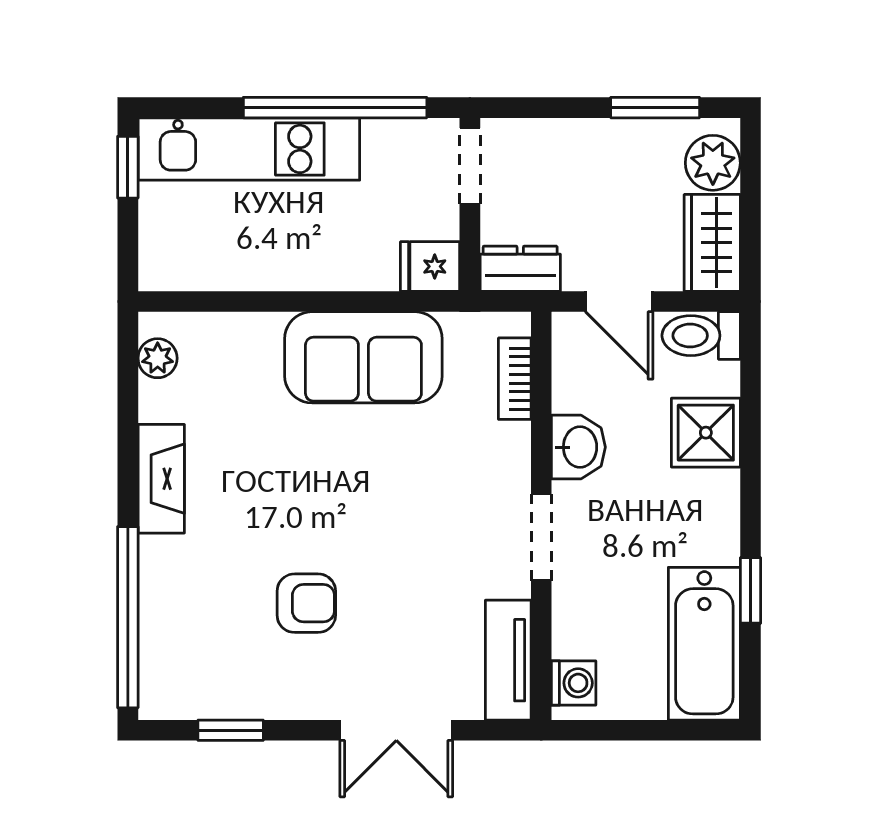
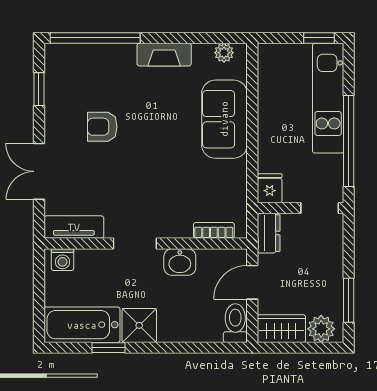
sofa: (363, 357) -> (224, 119), moved
shower: (706, 433) -> (139, 325), moved
armchair: (306, 603) -> (102, 127), turned 90

